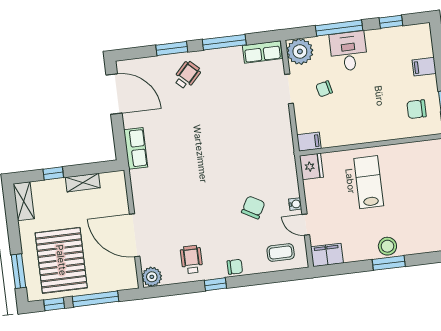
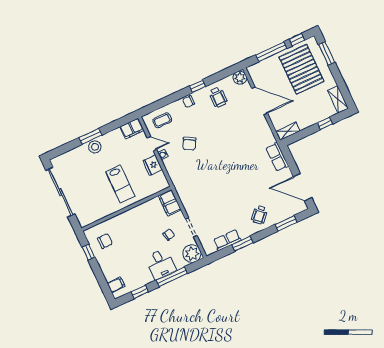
window: (224, 42) -> (243, 244), width x0.69
window: (172, 49) -> (286, 223), moved
row of seats: (262, 52) -> (227, 240), moved
filing cabinet: (424, 67) -> (116, 285), moved
filing cabinet: (309, 142) -> (170, 203), width x2.00
fridge: (311, 166) -> (153, 165), moved
shelving: (83, 183) -> (288, 131), moved

